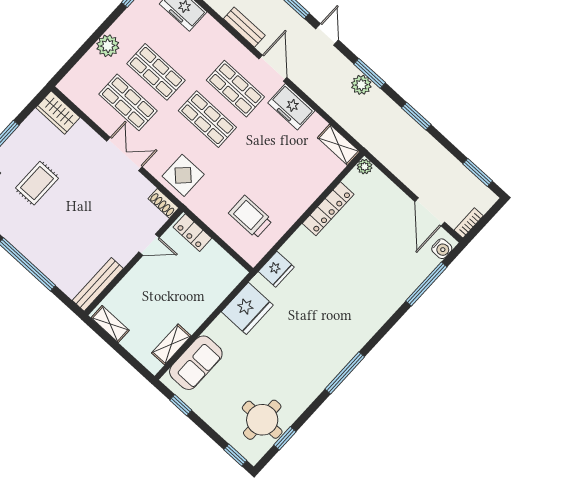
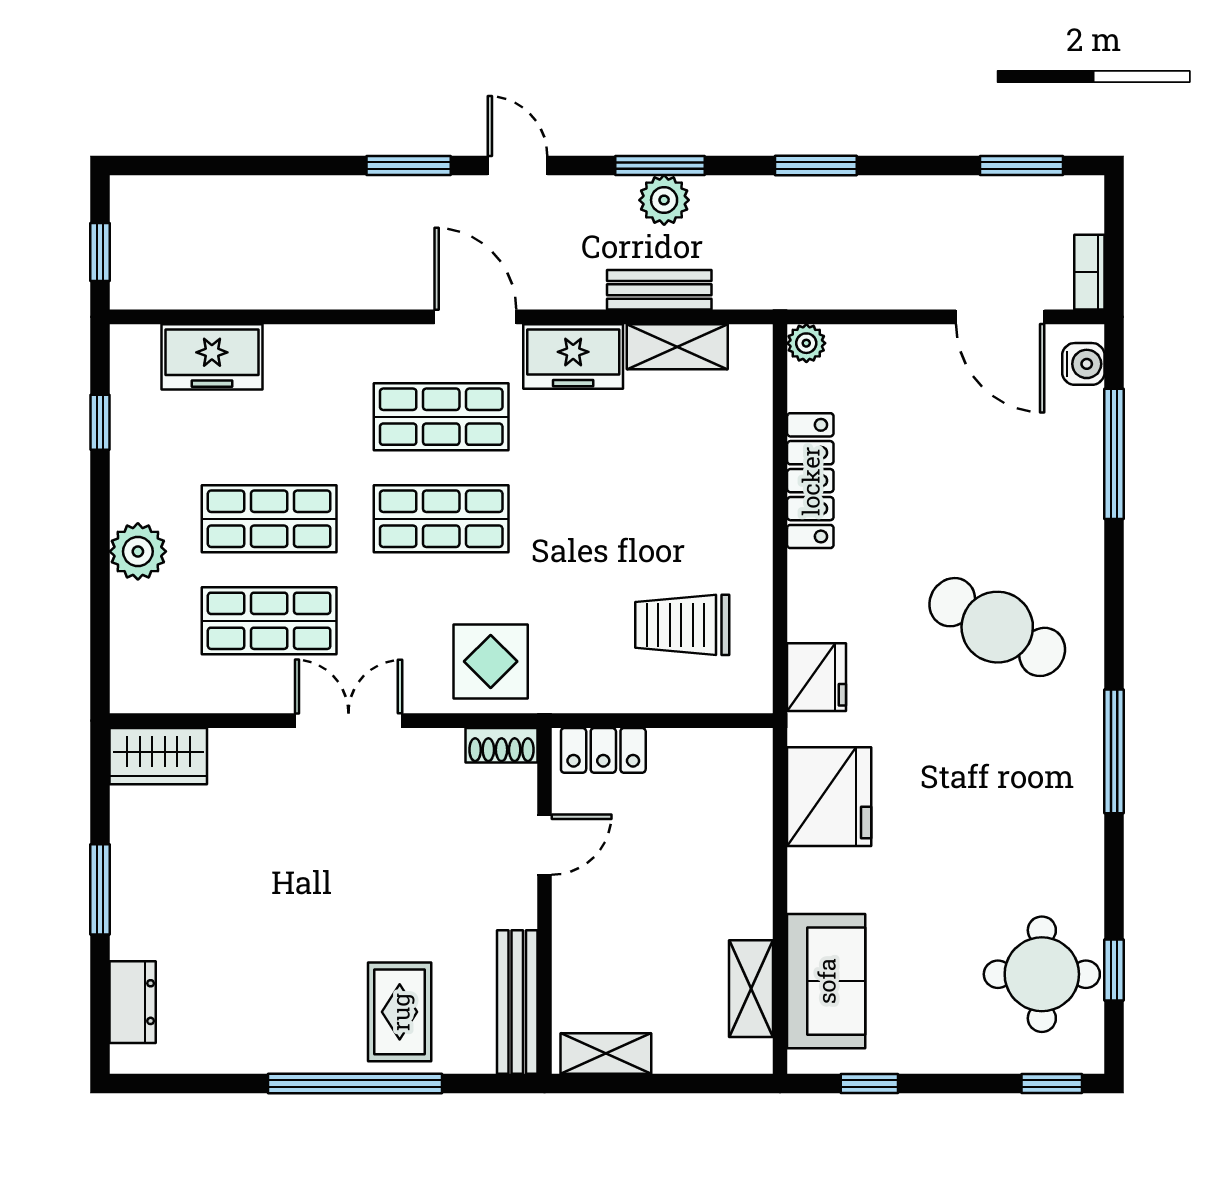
bench: (244, 27) -> (659, 290), moved
shelving: (339, 145) -> (677, 347), moved
rug: (37, 183) -> (400, 1012), moved
cafe table: (344, 304) -> (997, 627), added

